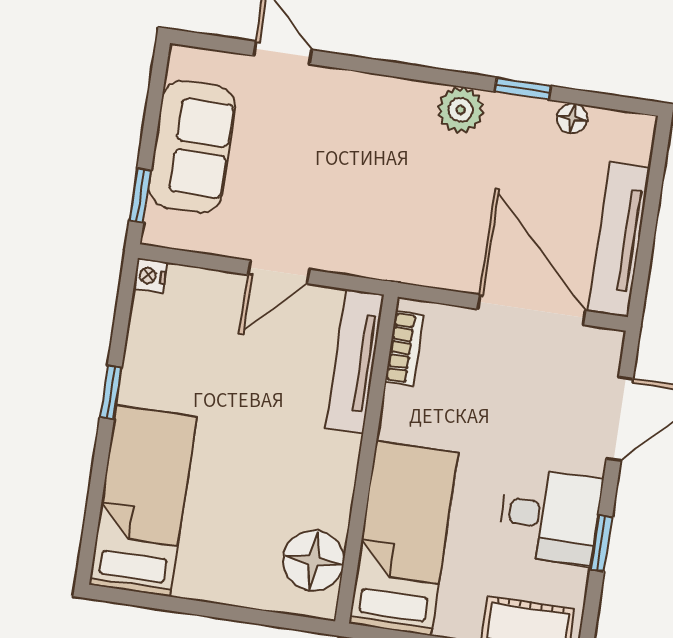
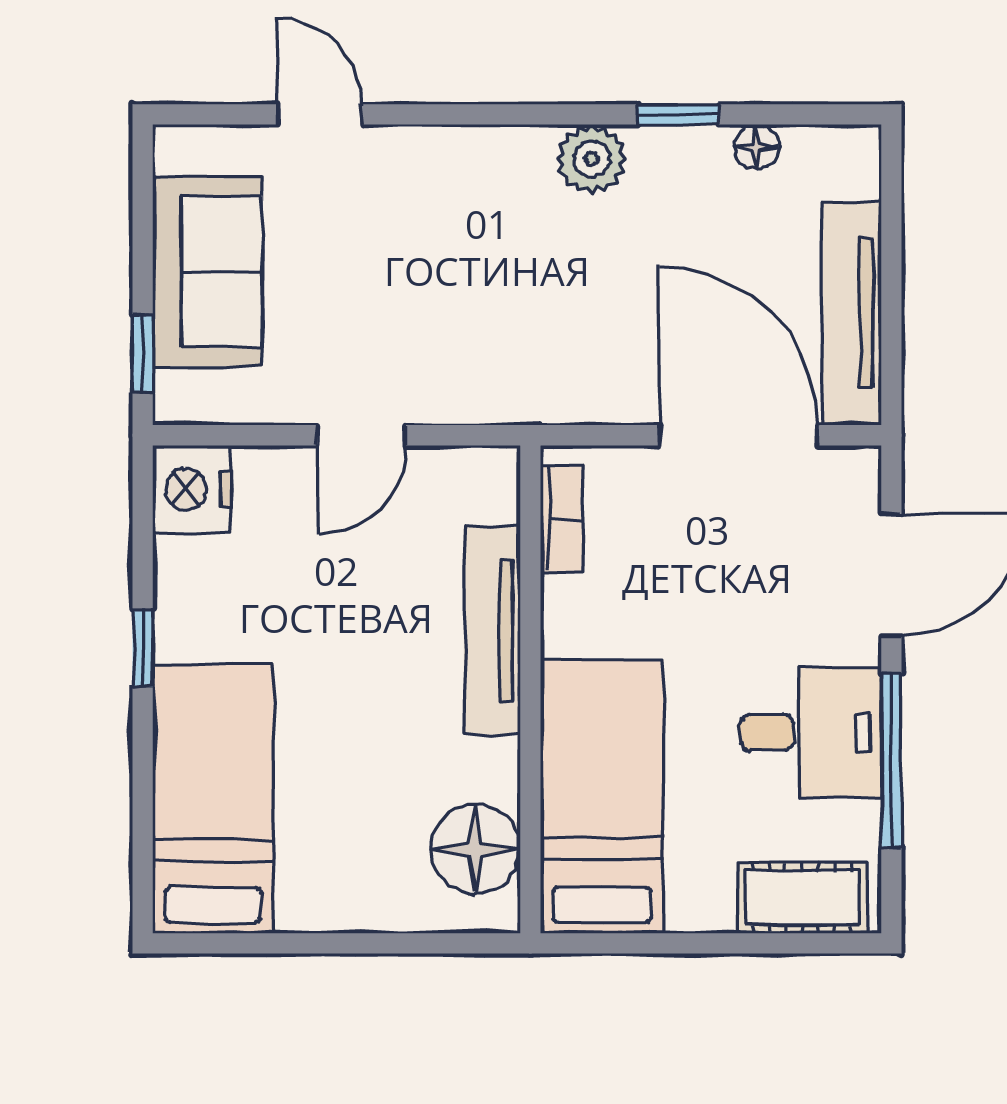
nightstand: (150, 276) -> (192, 489), width x1.89, depth x1.79
tv unit: (355, 361) -> (492, 631), moved
window: (601, 543) -> (891, 761), width x2.17

